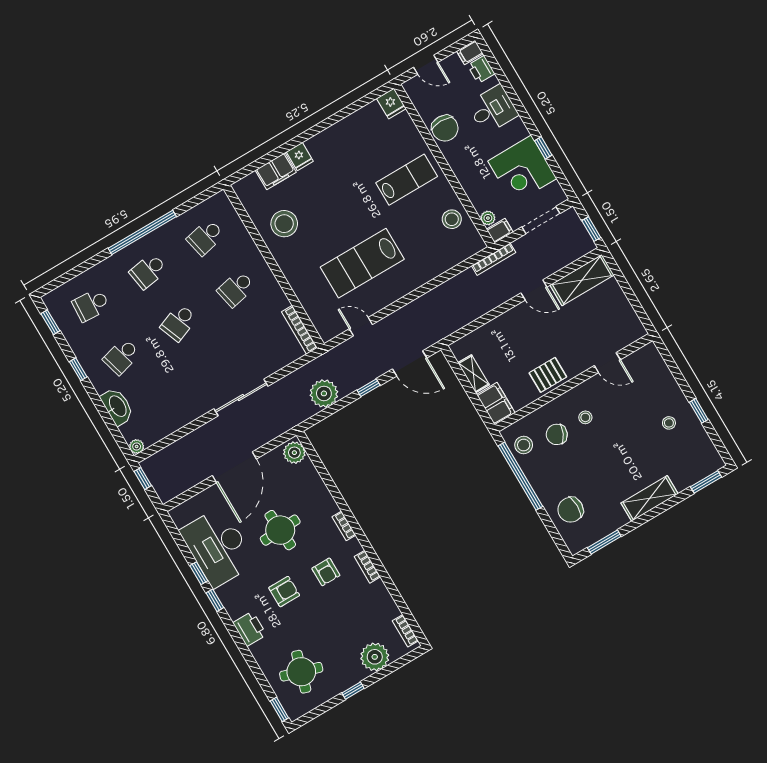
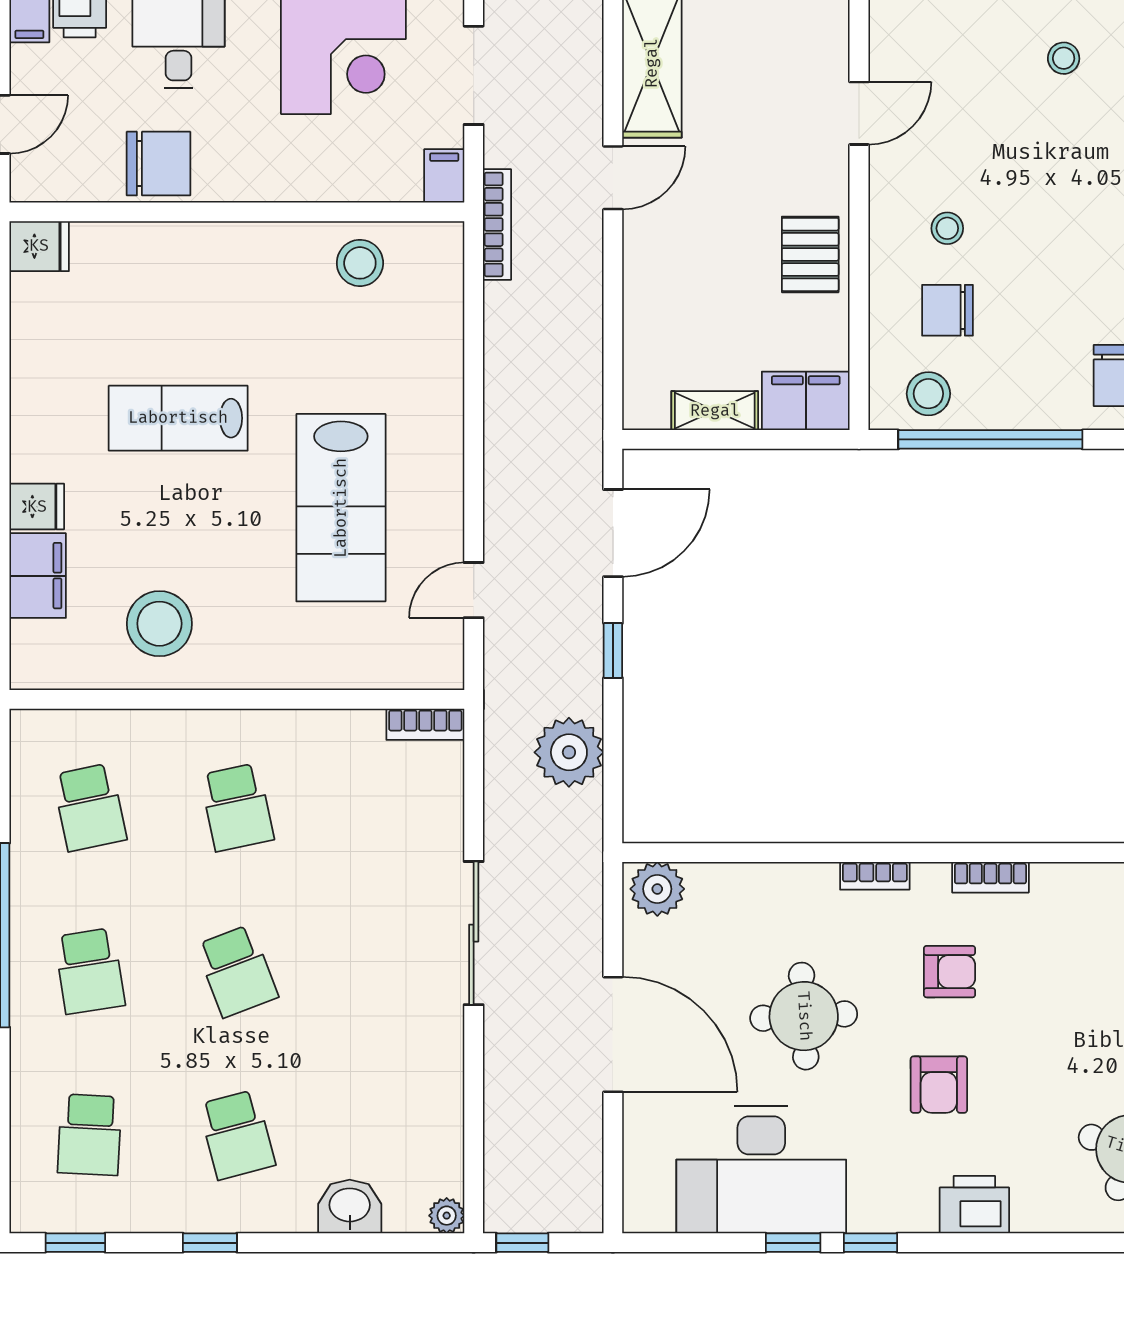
lab bench: (407, 180) -> (178, 418), moved, turned -90
plant: (488, 218) -> (403, 185), removed
bookcase: (299, 330) -> (425, 724), width x0.64
washbasin: (117, 406) -> (350, 1207), width x0.72
chair: (557, 434) -> (948, 310), turned 65
armchair: (284, 592) -> (939, 1085), turned 180

